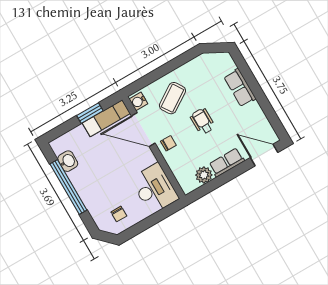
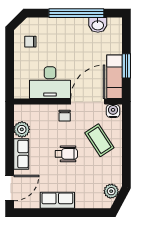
plant: (213, 60) -> (111, 191), added
row of seats: (240, 88) -> (57, 200), moved
desk: (154, 189) -> (50, 83), moved

